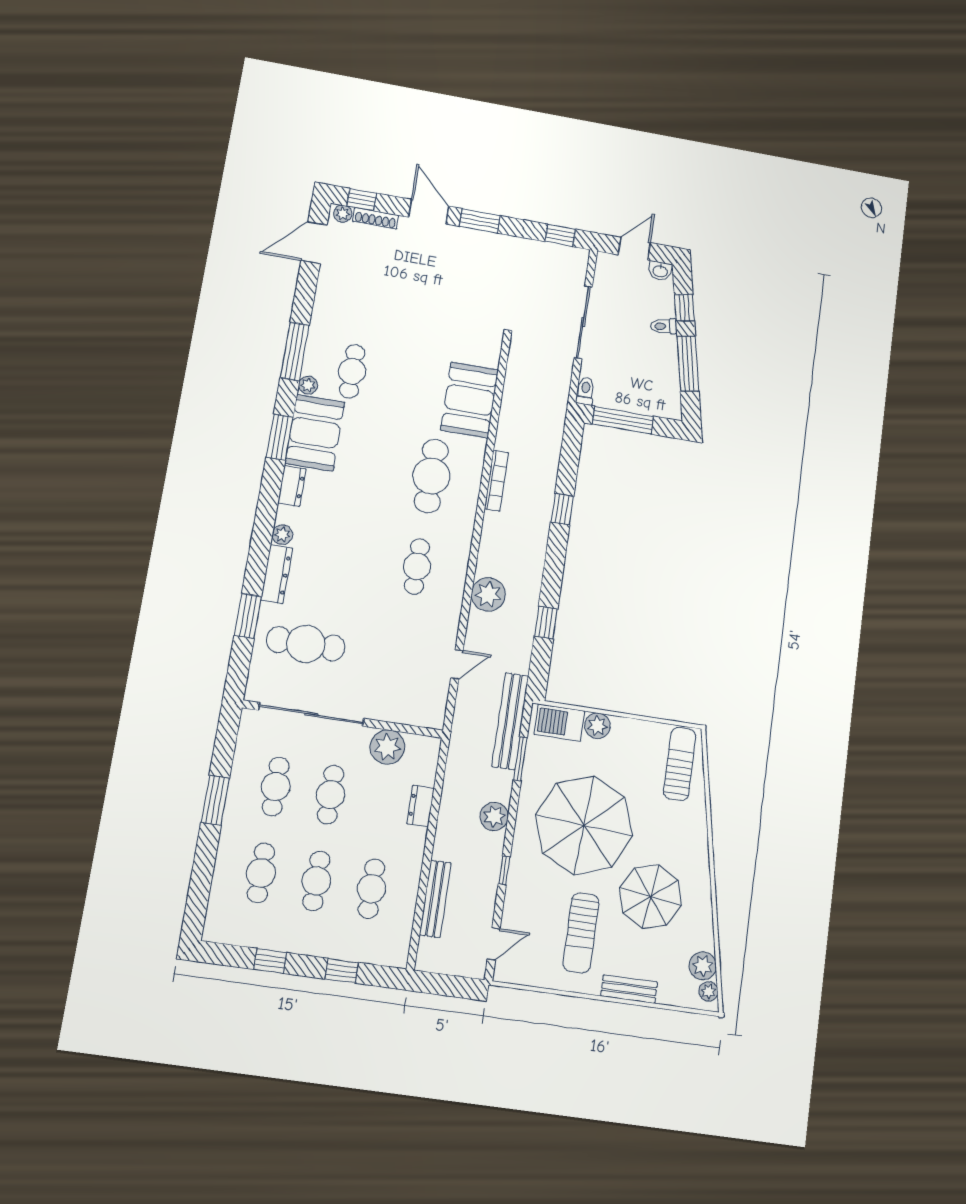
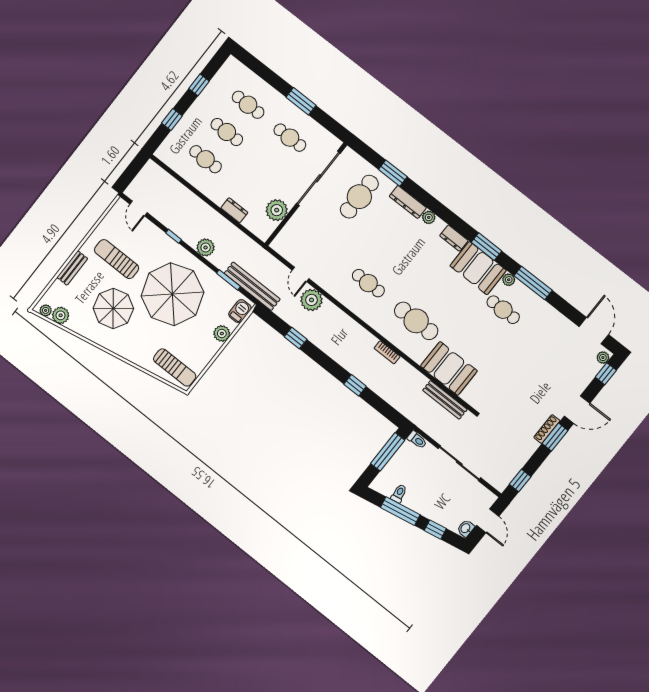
shoe rack: (376, 218) -> (547, 429), moved
toilet: (664, 326) -> (399, 493), moved
bookcase: (496, 481) -> (387, 352), width x0.64
plant: (488, 594) -> (311, 300), moved
barbecue: (559, 723) -> (240, 311), width x0.73, depth x0.79
cafe table: (331, 795) -> (269, 165), removed
bench: (435, 899) -> (445, 400), moved

